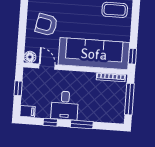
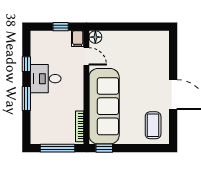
armchair: (46, 25) -> (132, 52), removed
door: (47, 67) -> (86, 56), hinge flipped
filing cabinet: (27, 111) -> (78, 39), moved

